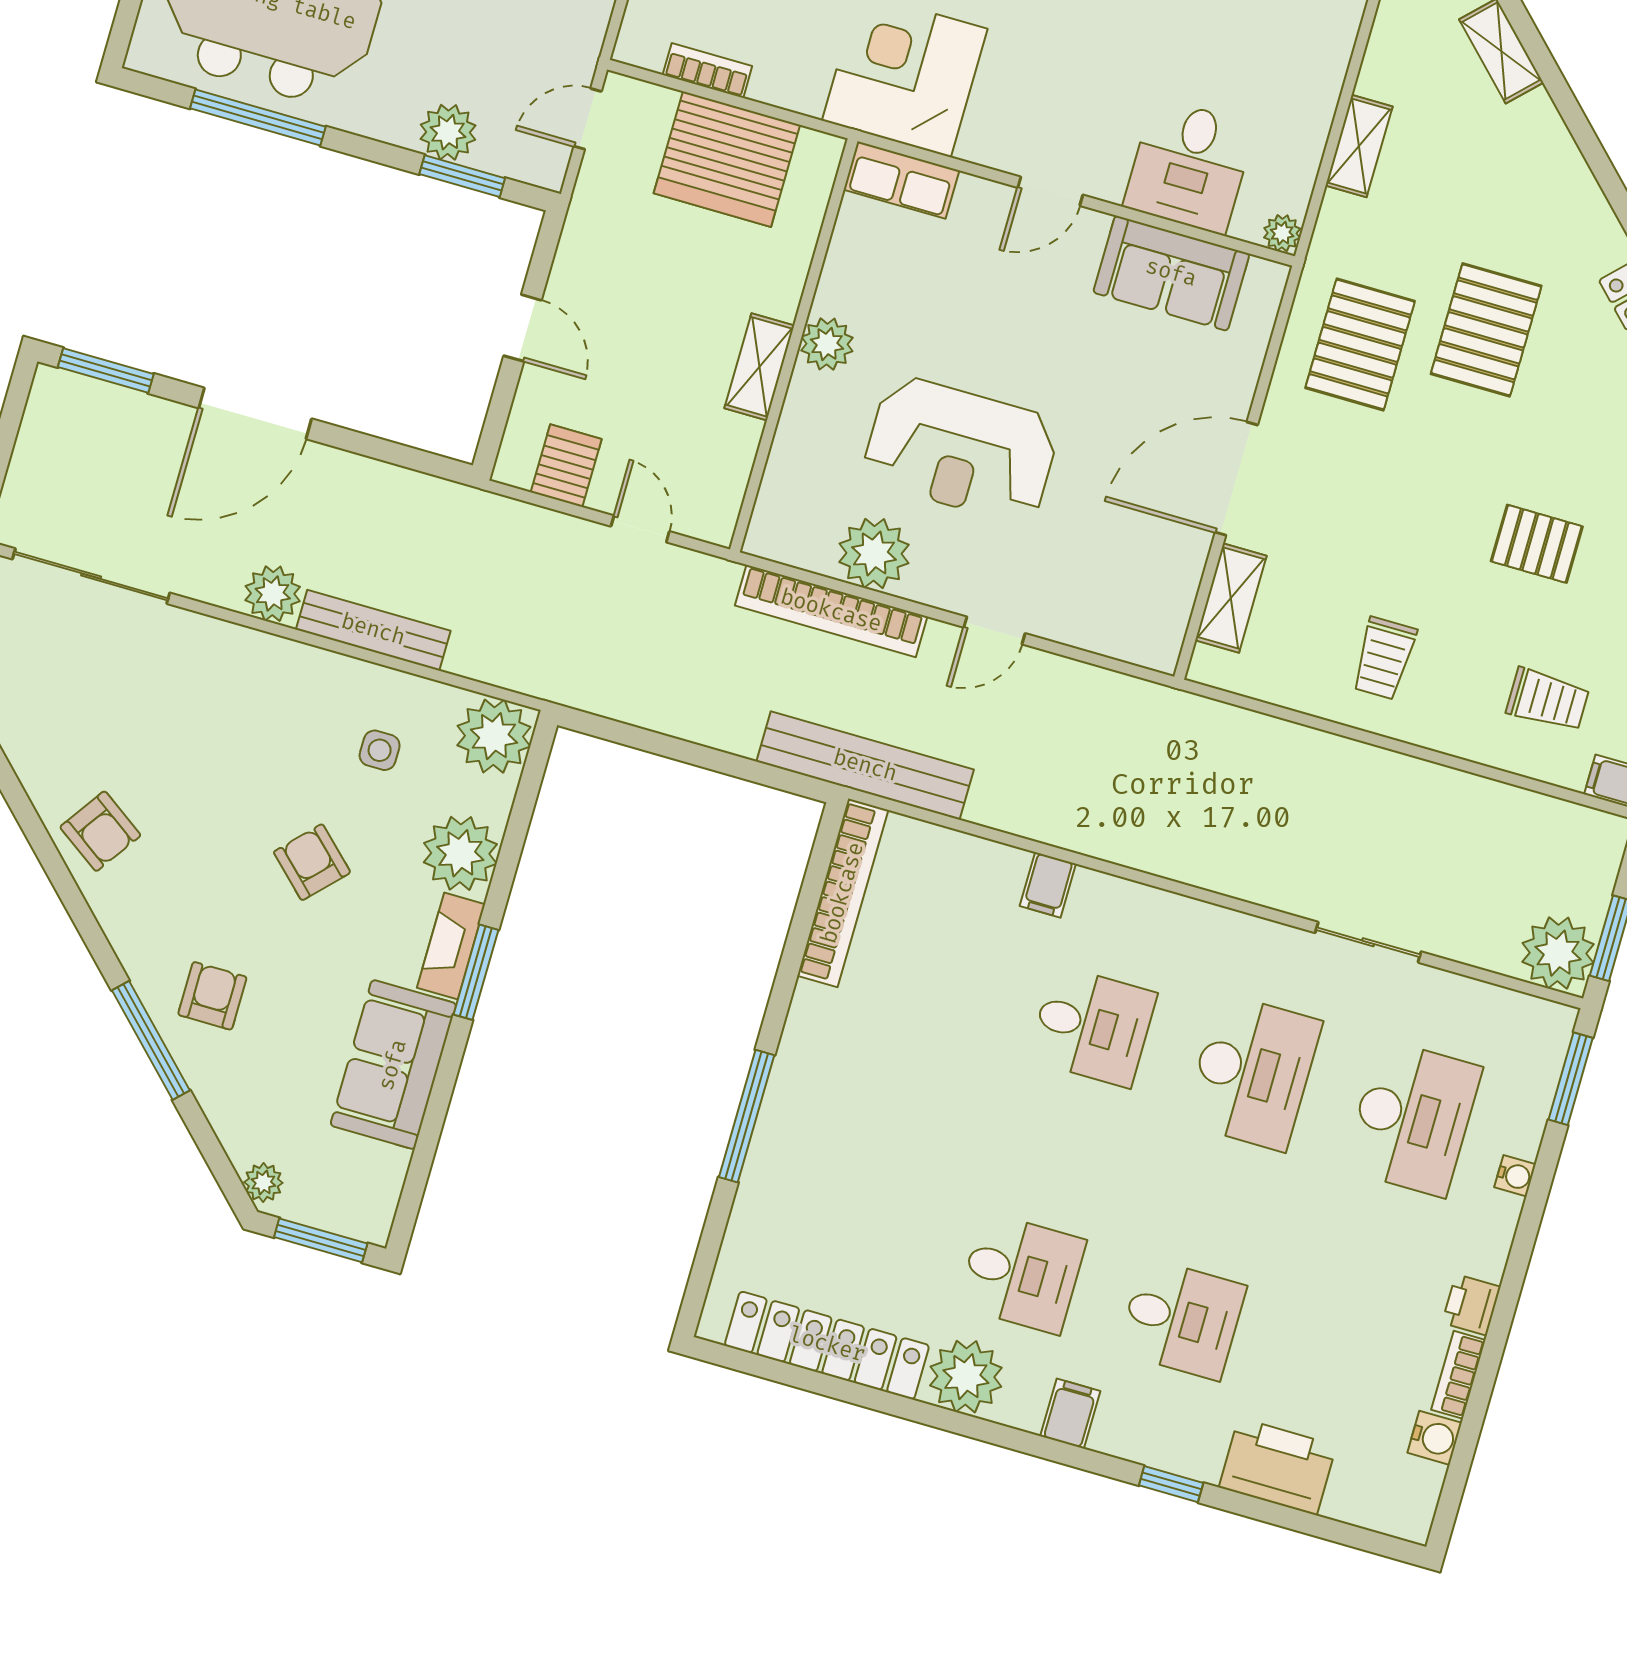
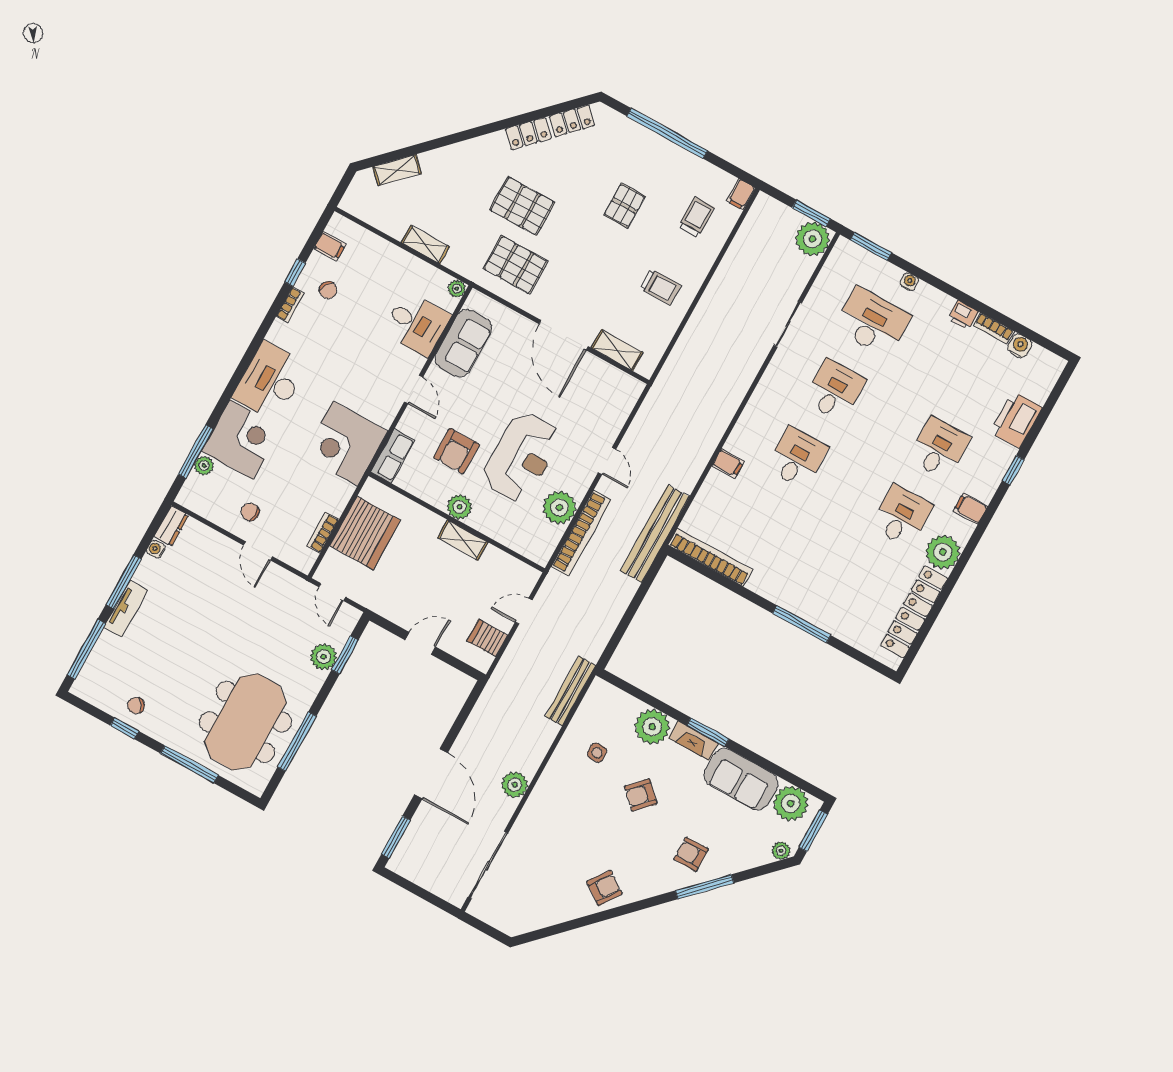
armchair: (942, 311) -> (456, 451), added
bench: (373, 630) -> (571, 691), moved
plant: (494, 736) -> (791, 803), moved
desk: (1253, 1072) -> (835, 390), width x0.73

